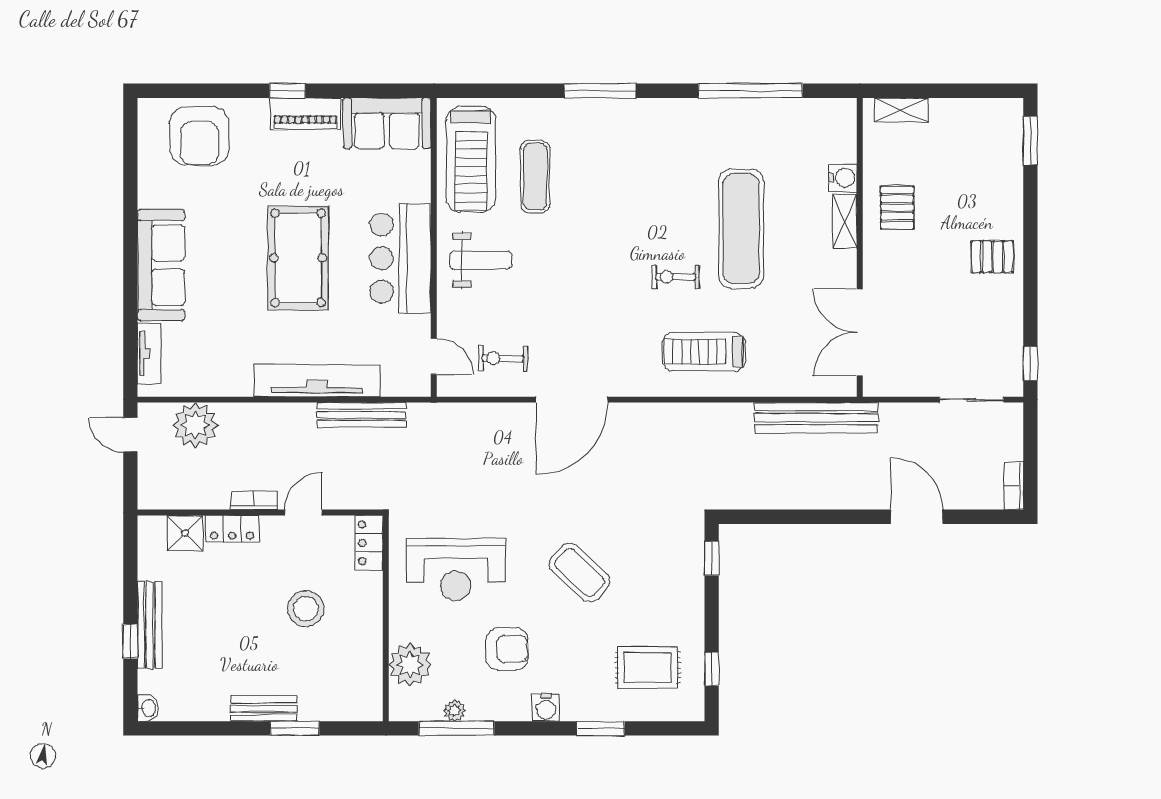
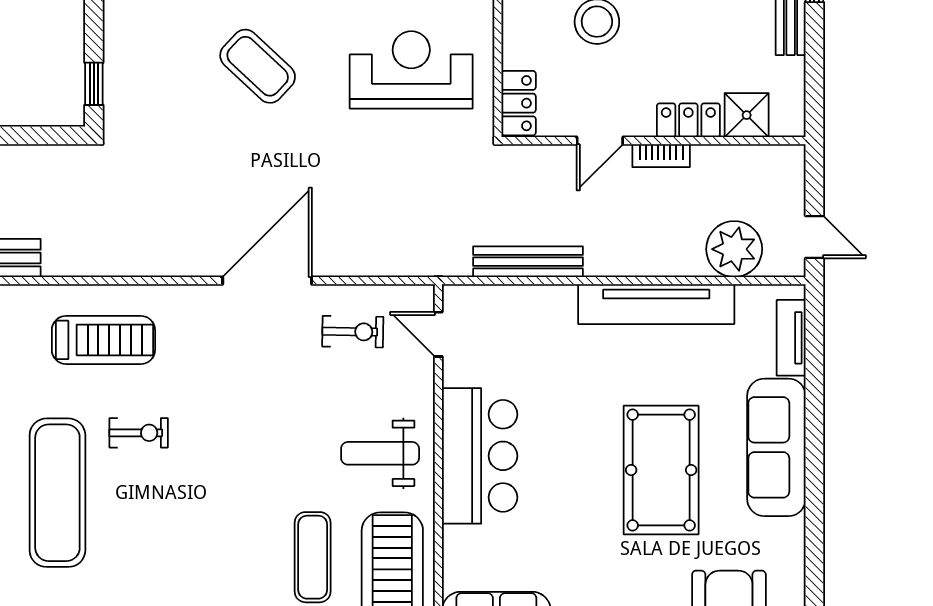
pool table: (298, 258) -> (661, 470), moved
tv unit: (317, 381) -> (656, 304), moved

